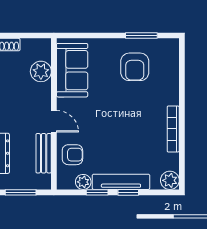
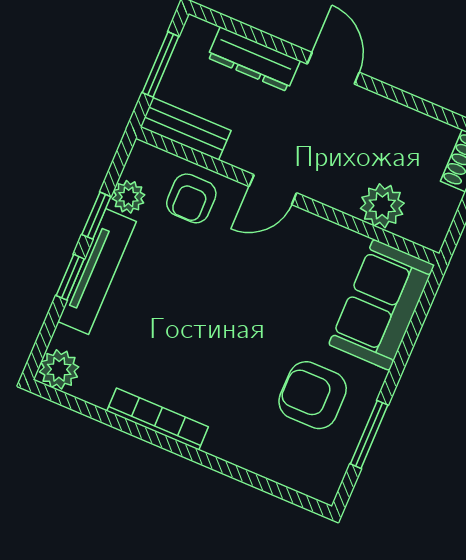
sofa: (72, 70) -> (382, 305), moved, turned 90
bench: (44, 153) -> (186, 129), moved

